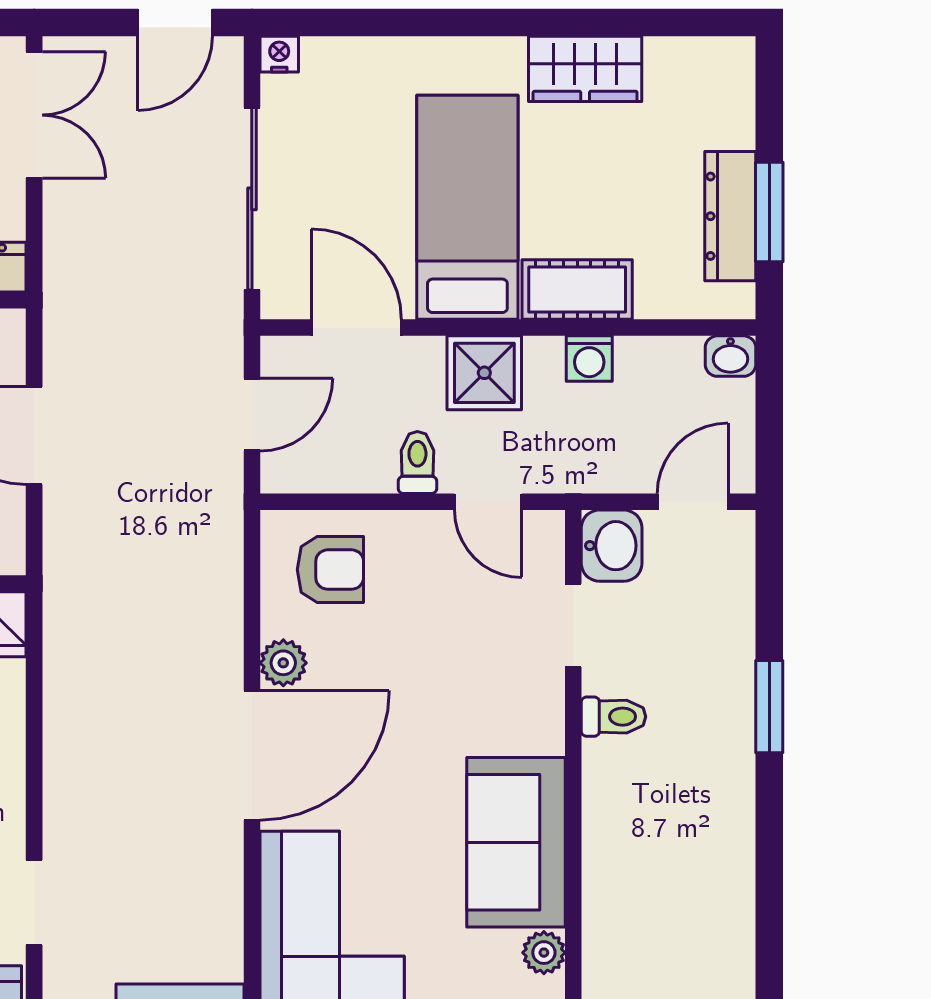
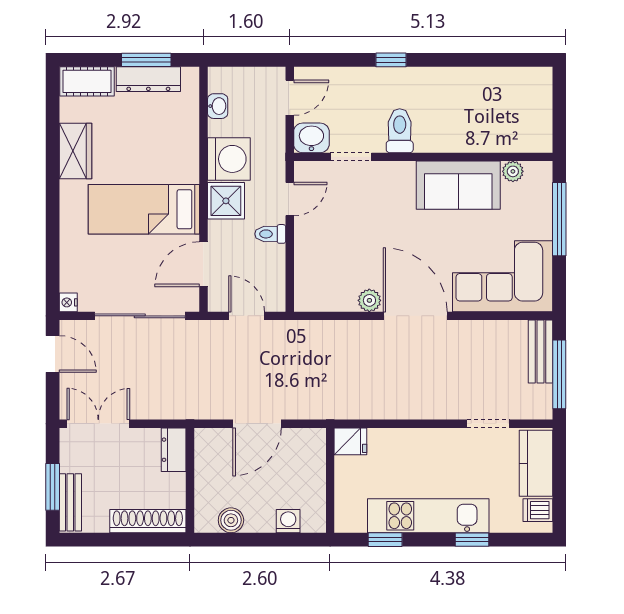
cot: (577, 289) -> (87, 81), moved, turned 90
washbasin: (730, 356) -> (218, 106), moved
washing machine: (589, 359) -> (229, 159), width x1.89, depth x1.89
door: (693, 502) -> (290, 98), swing flipped
armchair: (330, 570) -> (323, 277), removed
window: (769, 707) -> (391, 60), width x0.67
toilet: (614, 717) -> (400, 131), width x1.37, depth x1.39

